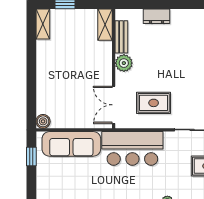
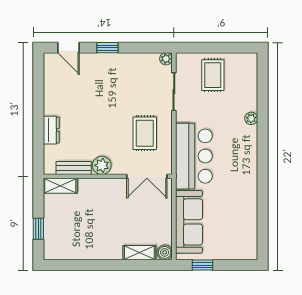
shelving: (43, 24) -> (139, 253), moved

